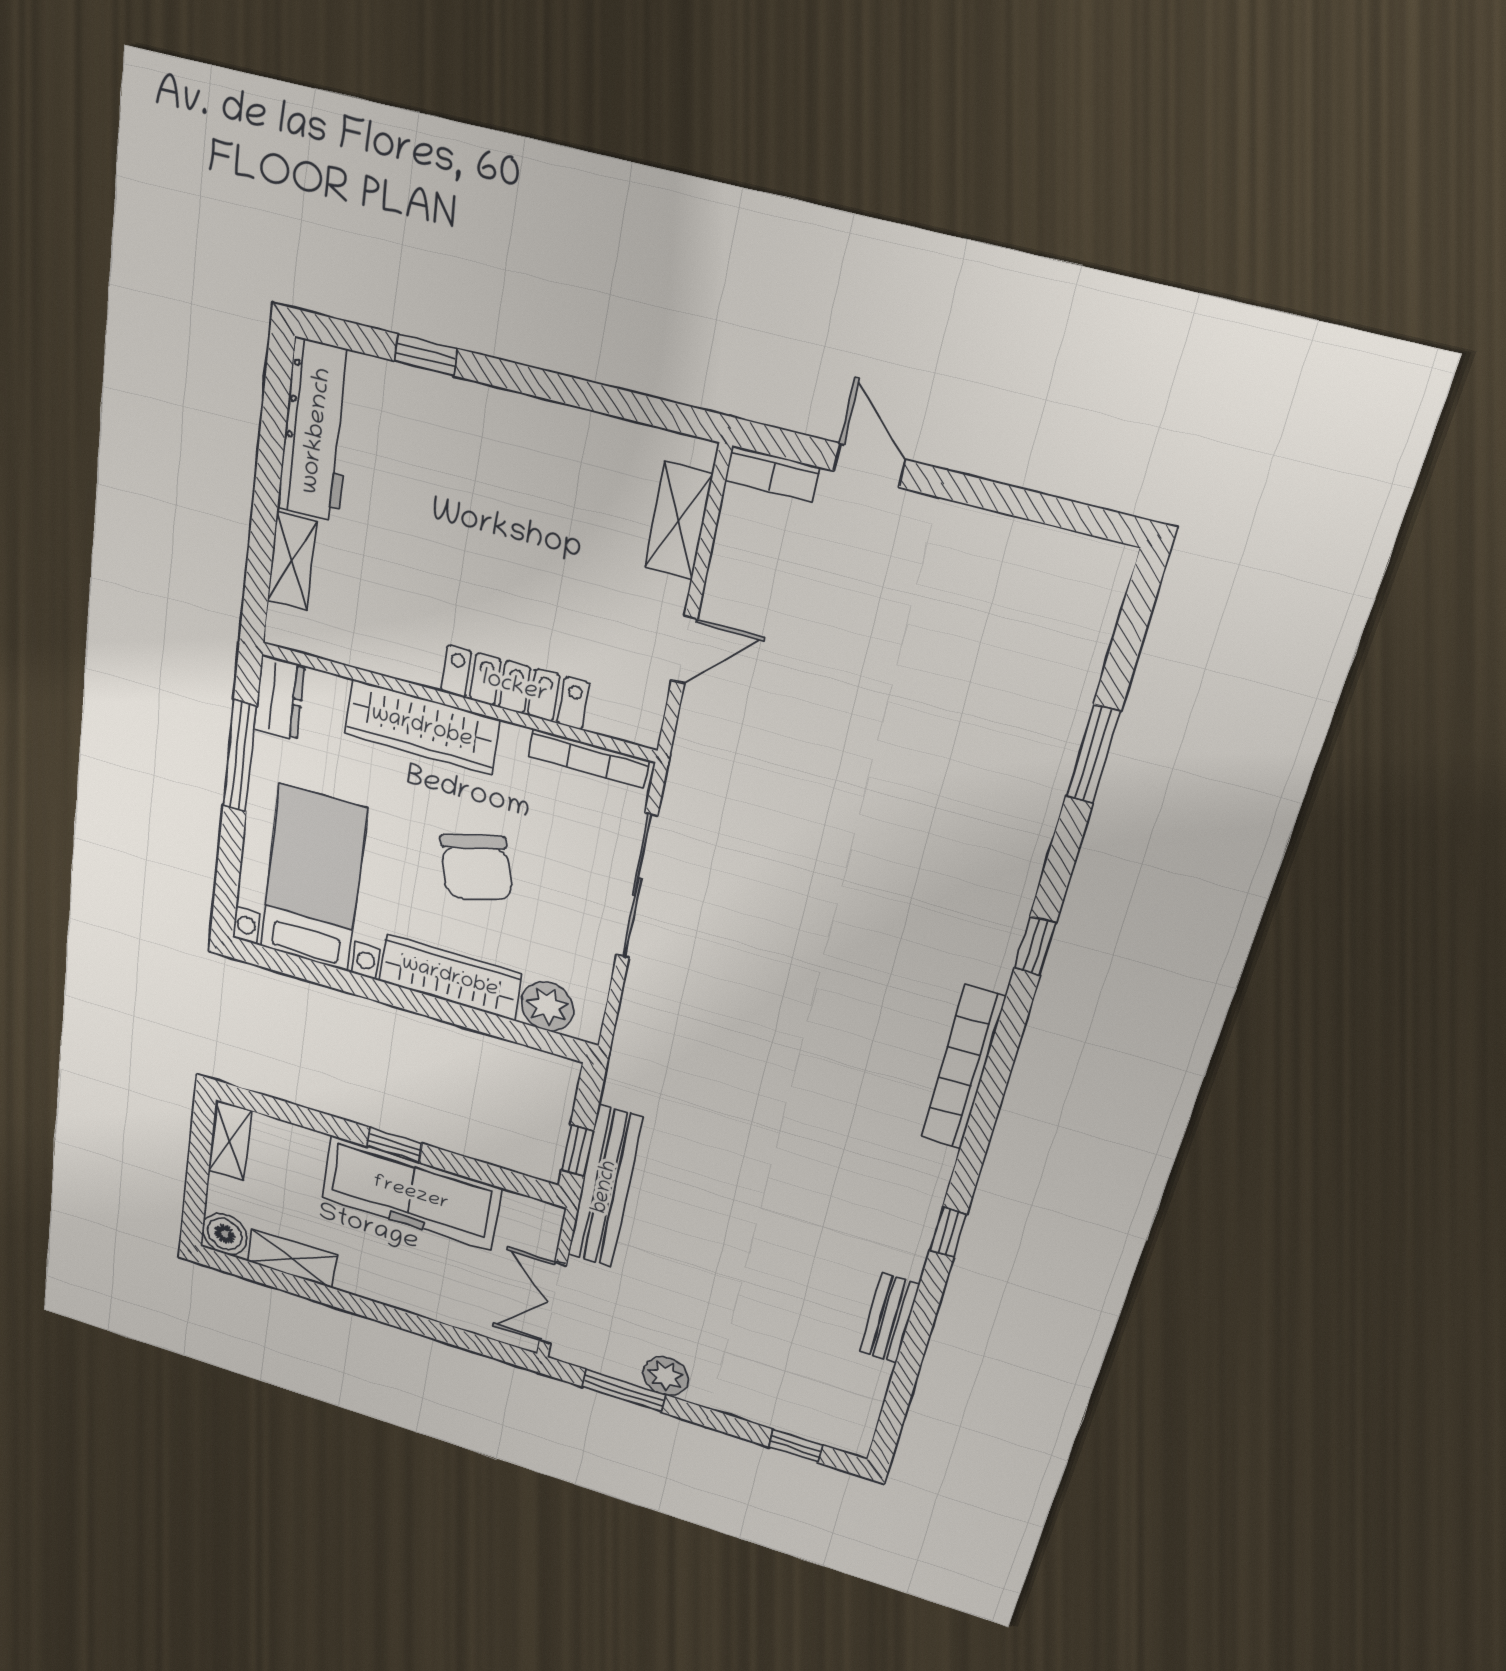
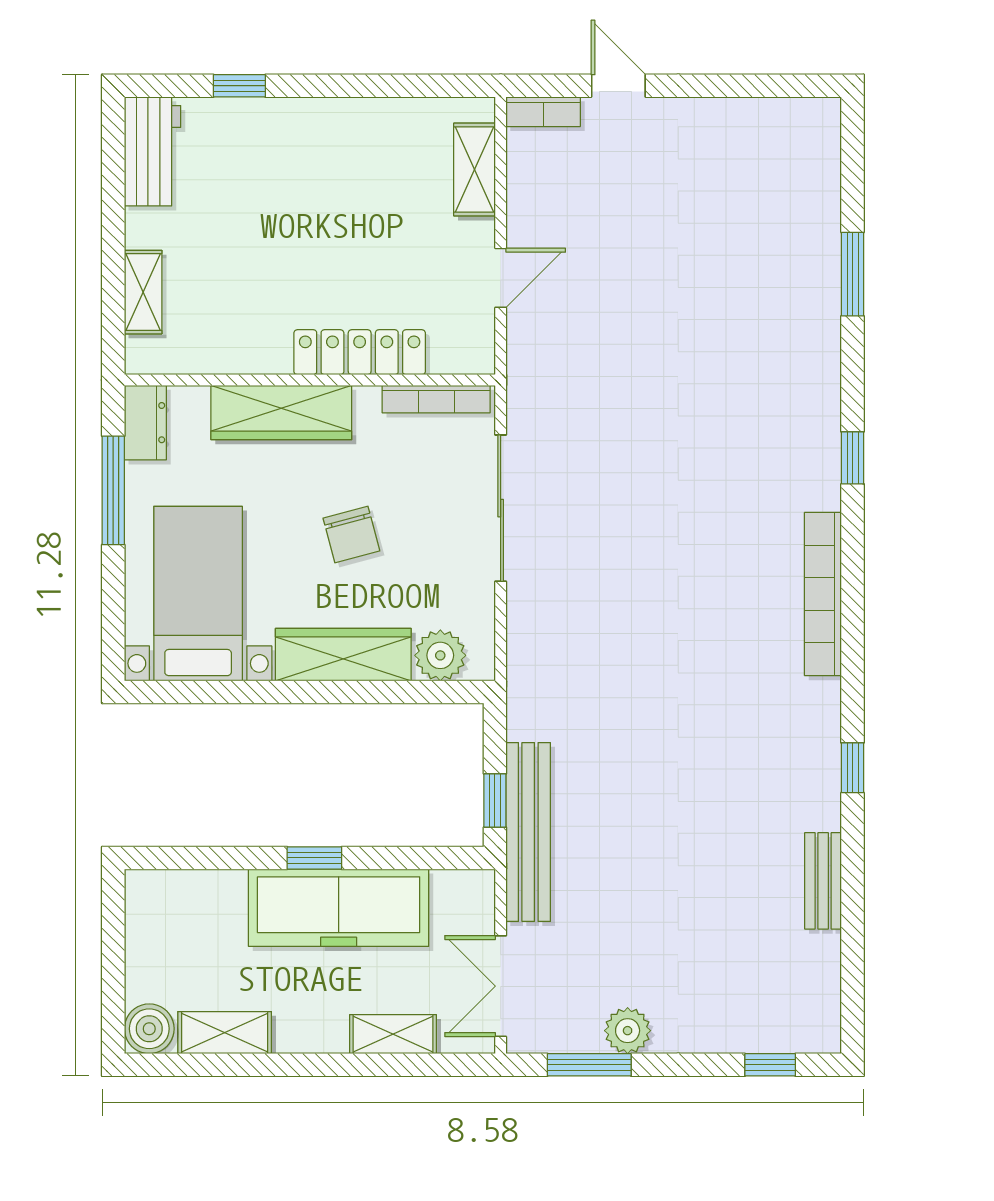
workbench: (317, 431) -> (152, 151), width x0.73
chair: (476, 867) -> (351, 534), width x0.73, depth x0.73
shelving: (230, 1140) -> (393, 1034), moved, turned 90

